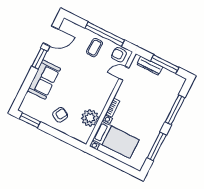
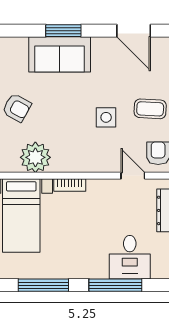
window: (39, 59) -> (63, 31), moved
side table: (88, 72) -> (106, 117), added
desk: (164, 96) -> (130, 257), added

